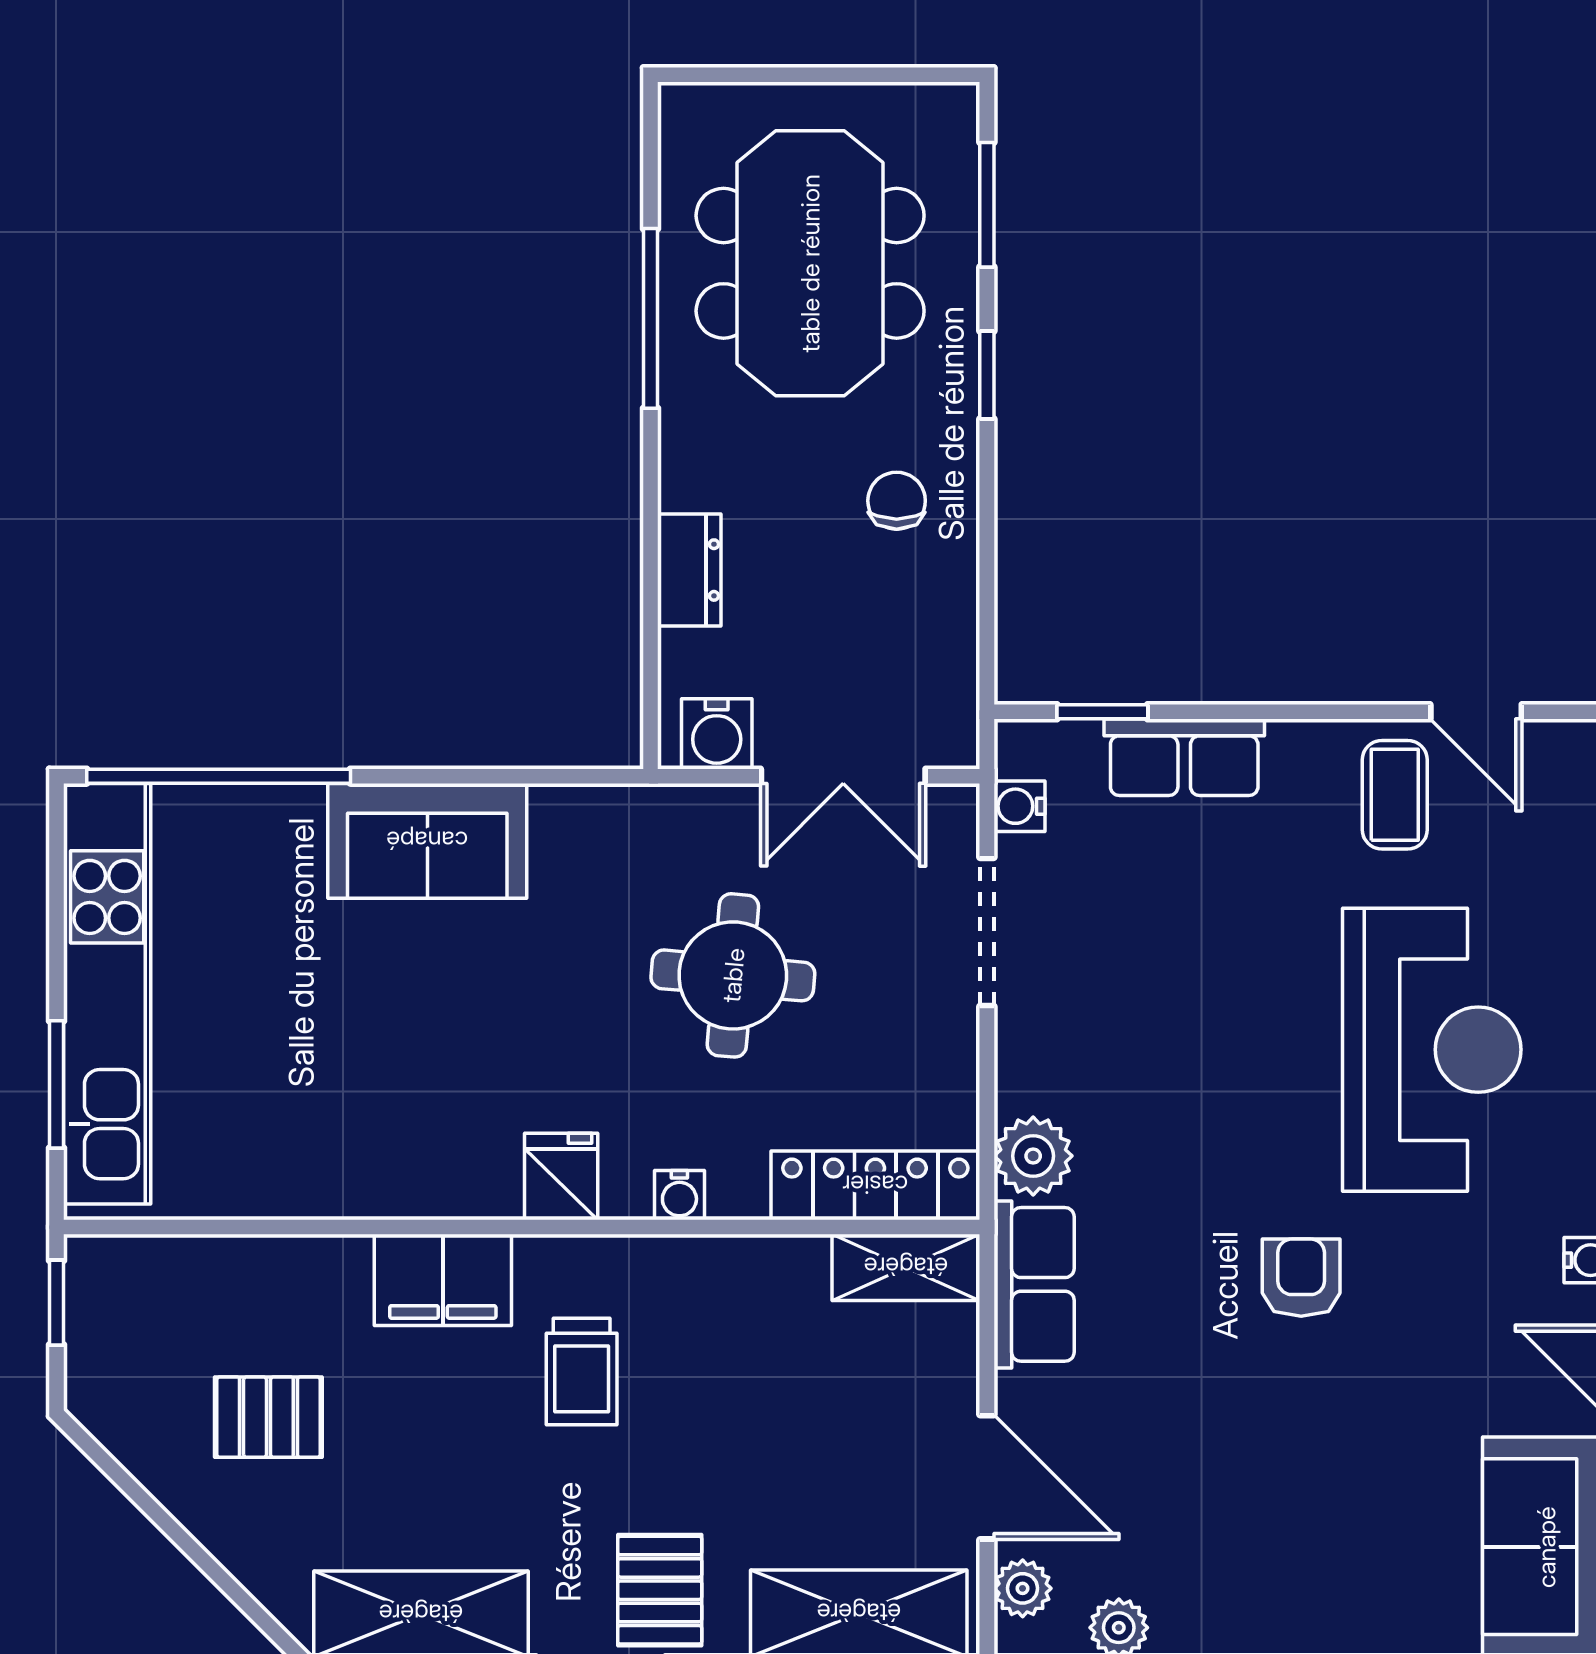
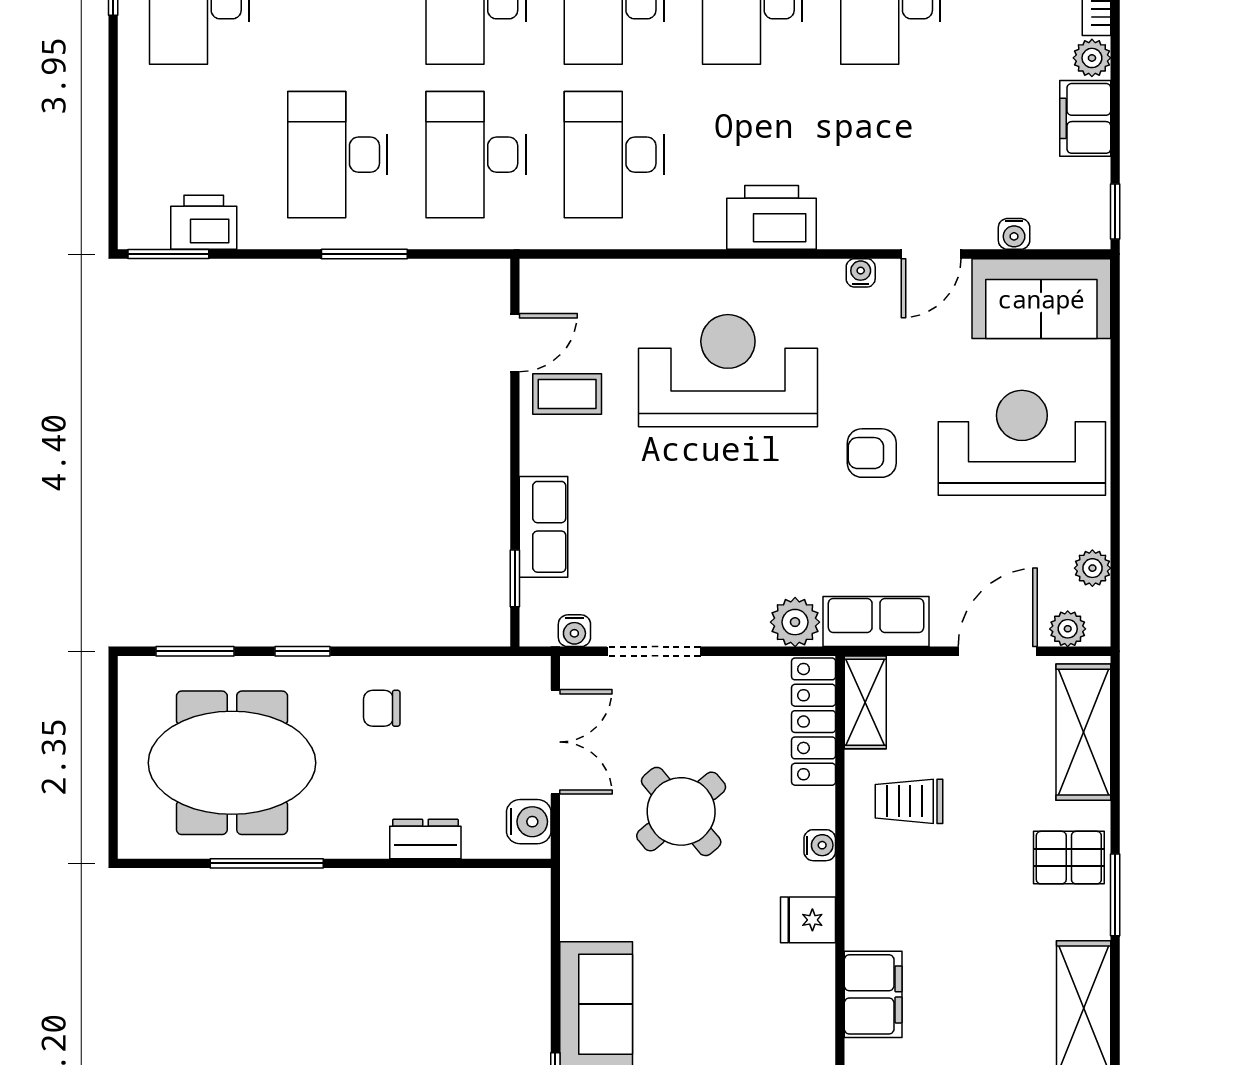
round table: (733, 975) -> (681, 811), turned 45
trolley: (582, 1371) -> (909, 801), moved, turned 180
reception desk: (1317, 1516) -> (1022, 443), added

